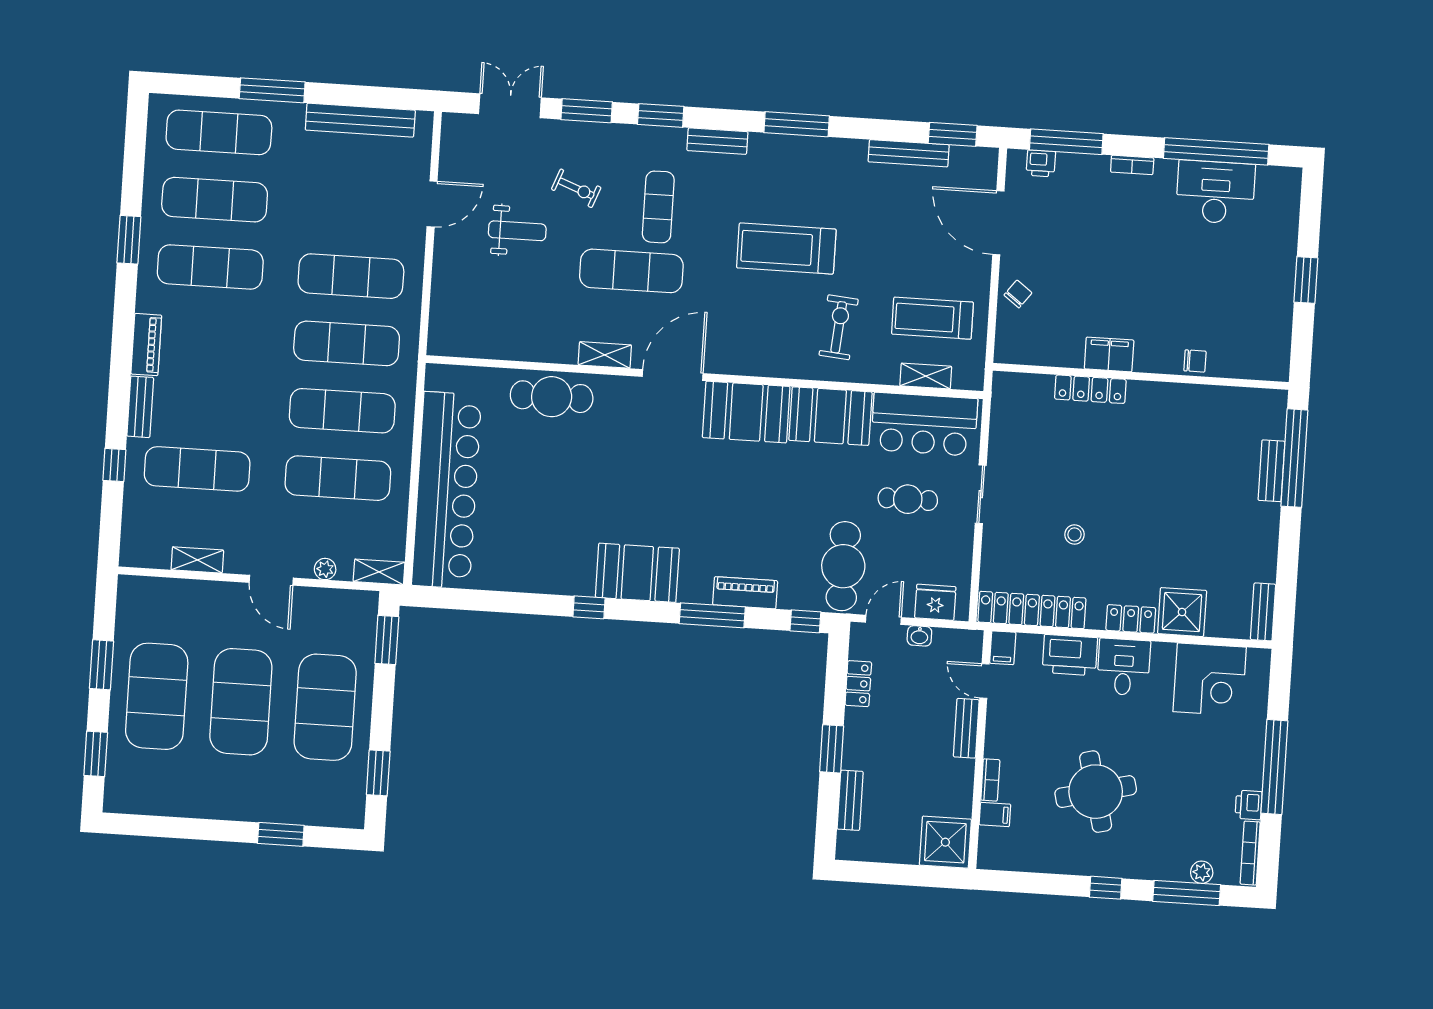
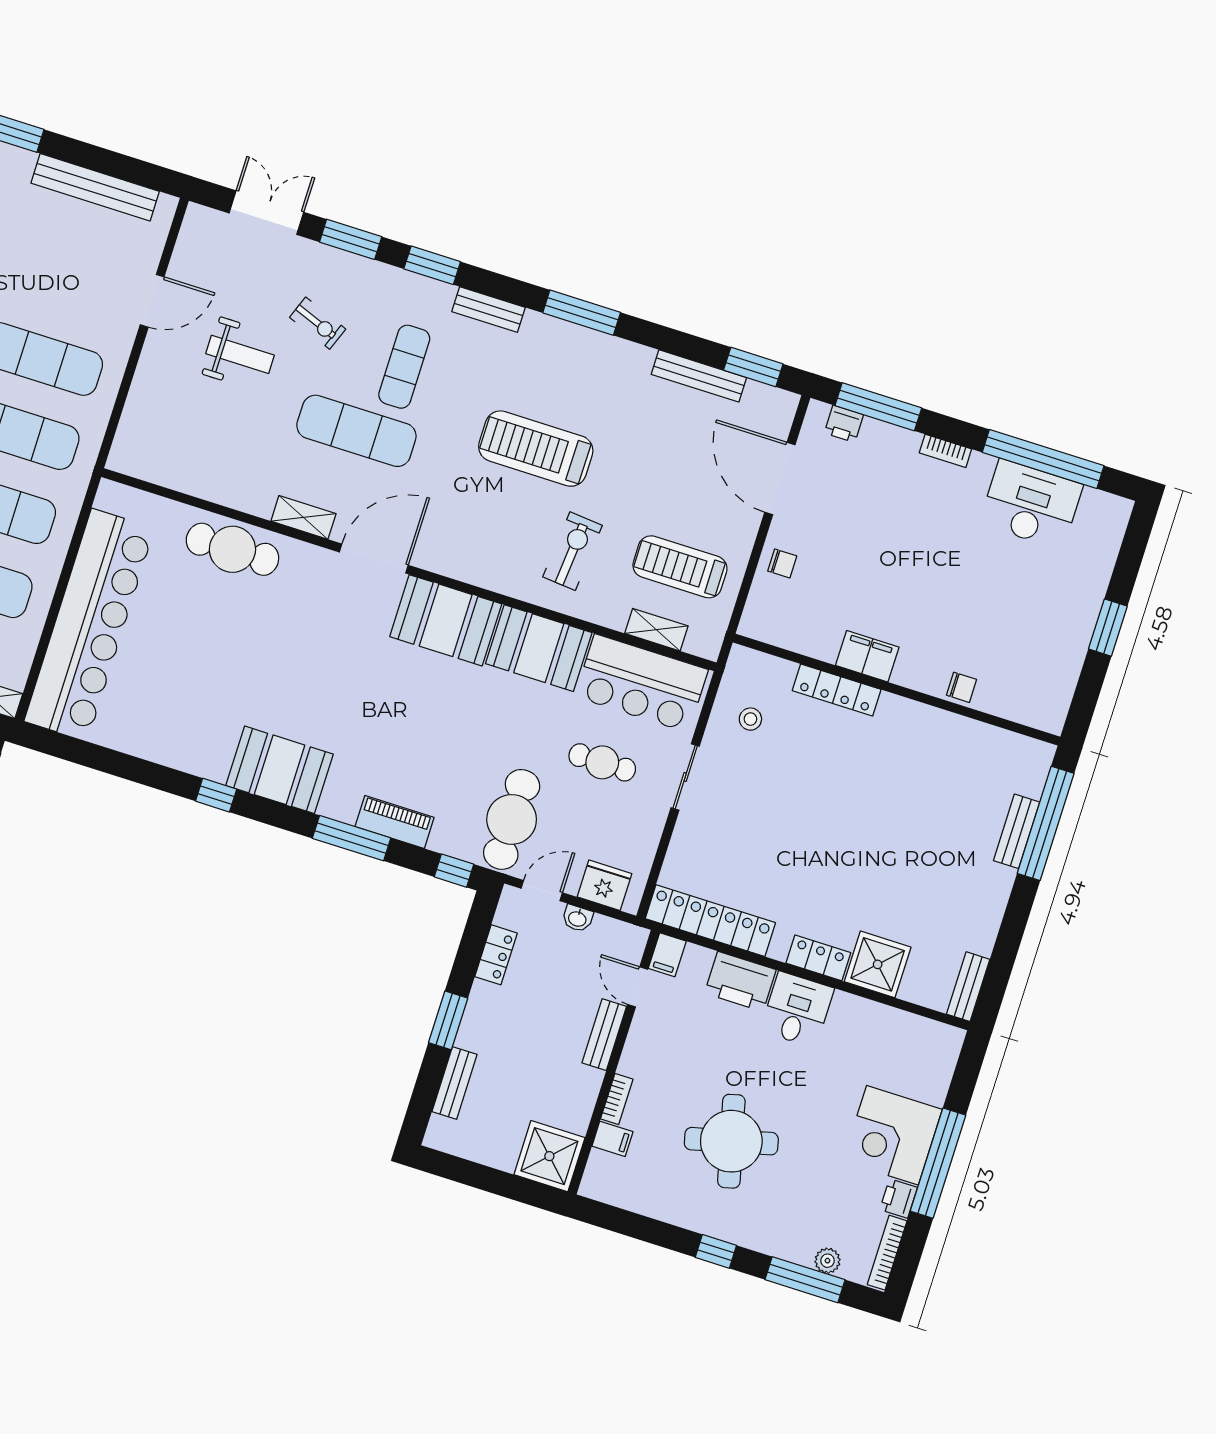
chair: (1018, 294) -> (782, 563), turned 53
stool: (1074, 534) -> (750, 719), moved
corner desk: (1210, 679) -> (892, 1135), moved, turned 90

